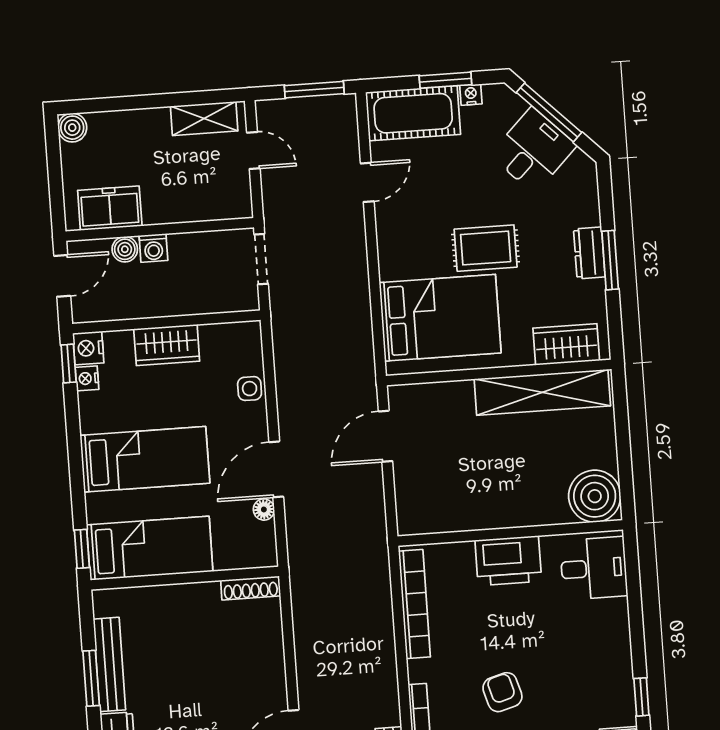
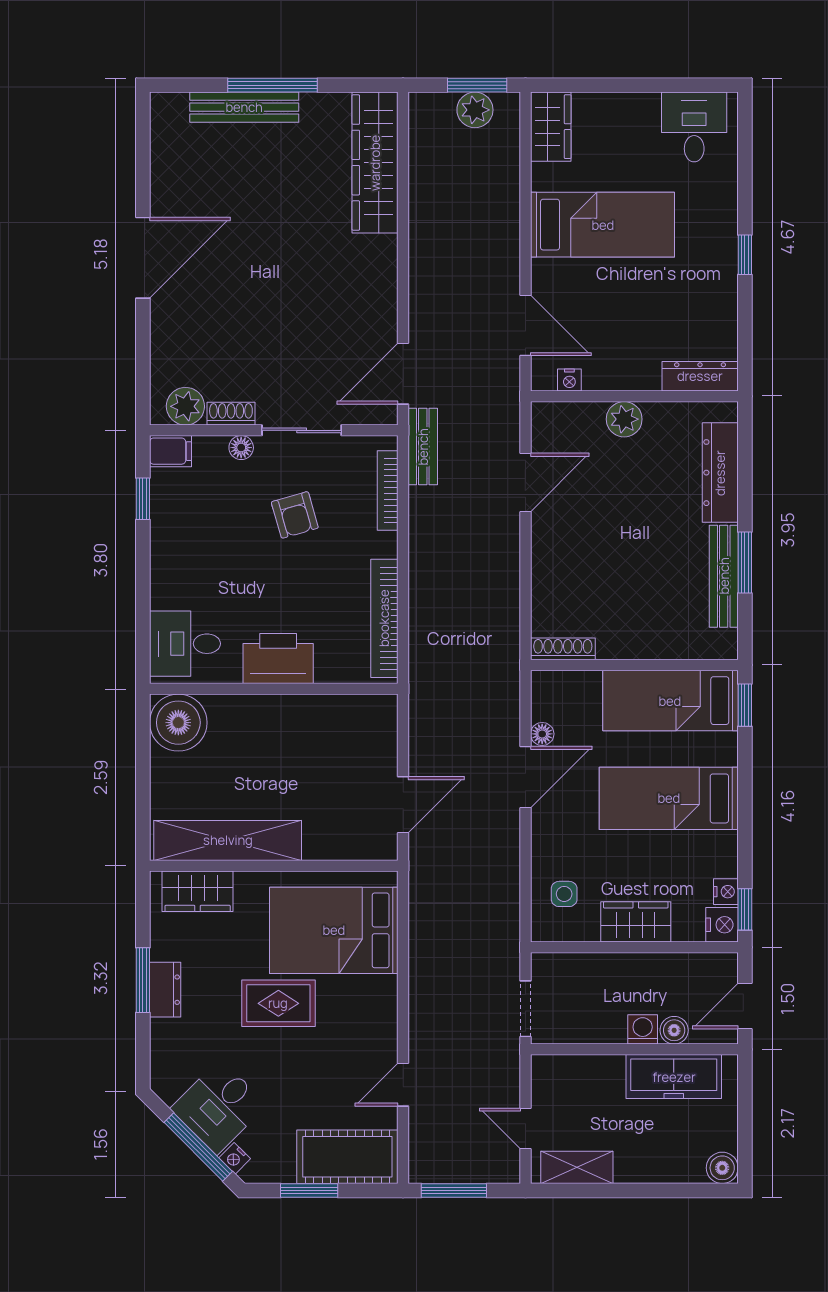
nightstand: (471, 95) -> (235, 1158), moved, turned 45
freezer: (110, 208) -> (674, 1077), width x1.40
side table: (250, 389) -> (564, 894), moved

